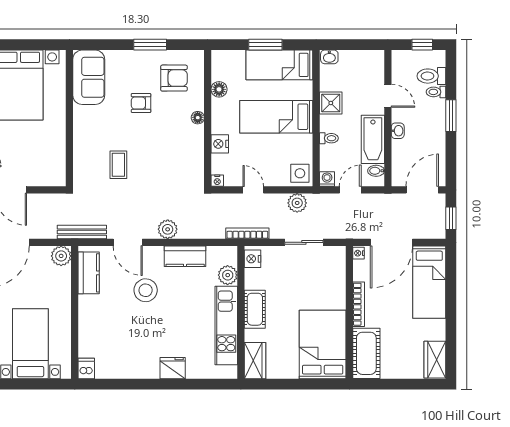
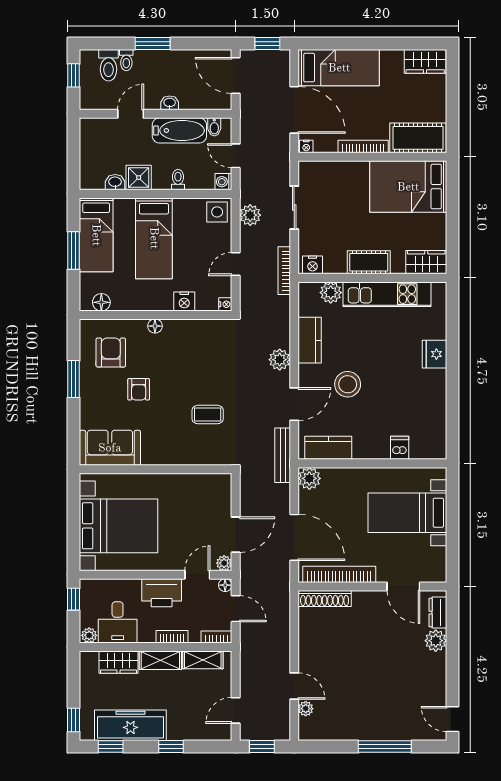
washbasin: (329, 57) -> (115, 182), moved, turned -90
floor lamp: (219, 89) -> (101, 302), moved
dishwasher: (86, 368) -> (400, 448), moved, turned 90

